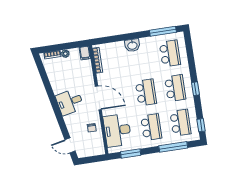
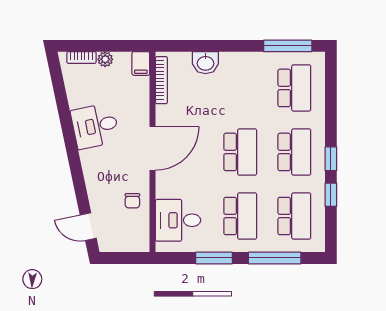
washbasin: (132, 45) -> (205, 63), moved
door: (98, 98) -> (153, 148), hinge flipped
desk: (70, 102) -> (95, 126), moved
window: (201, 125) -> (331, 195), moved
desk: (117, 130) -> (178, 220), width x0.73
window: (131, 153) -> (214, 258), moved

